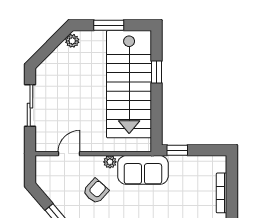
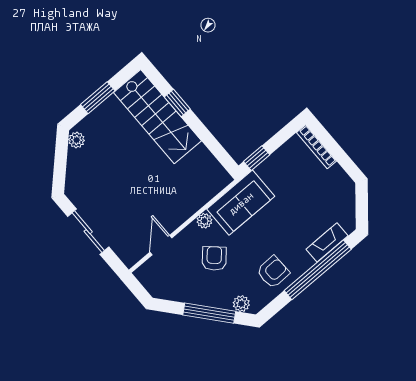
stairs: (129, 84) -> (158, 117), width x0.73, depth x0.66
bookcase: (222, 193) -> (316, 147), moved

